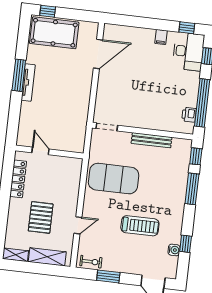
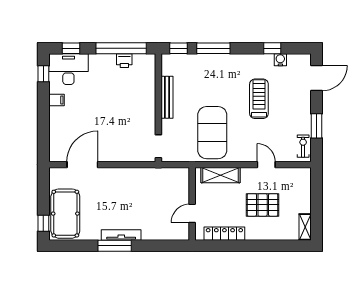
door: (98, 54) -> (82, 165), hinge flipped
printer: (189, 115) -> (124, 61), moved
shelving: (47, 257) -> (220, 175), moved, turned 90

